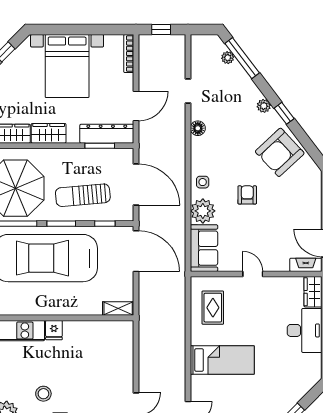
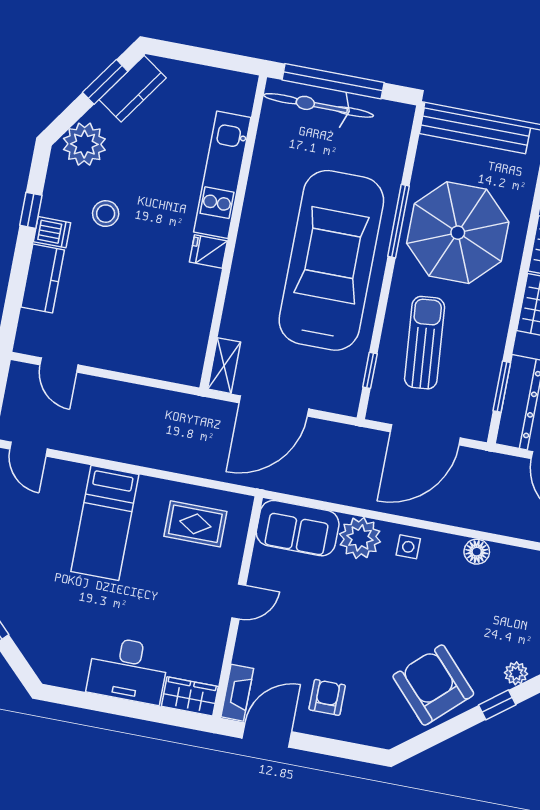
floor lamp: (198, 128) -> (477, 552), moved
armchair: (247, 195) -> (327, 697), moved, turned -90
window: (61, 224) -> (384, 298), removed
door: (136, 251) -> (274, 406), moved

